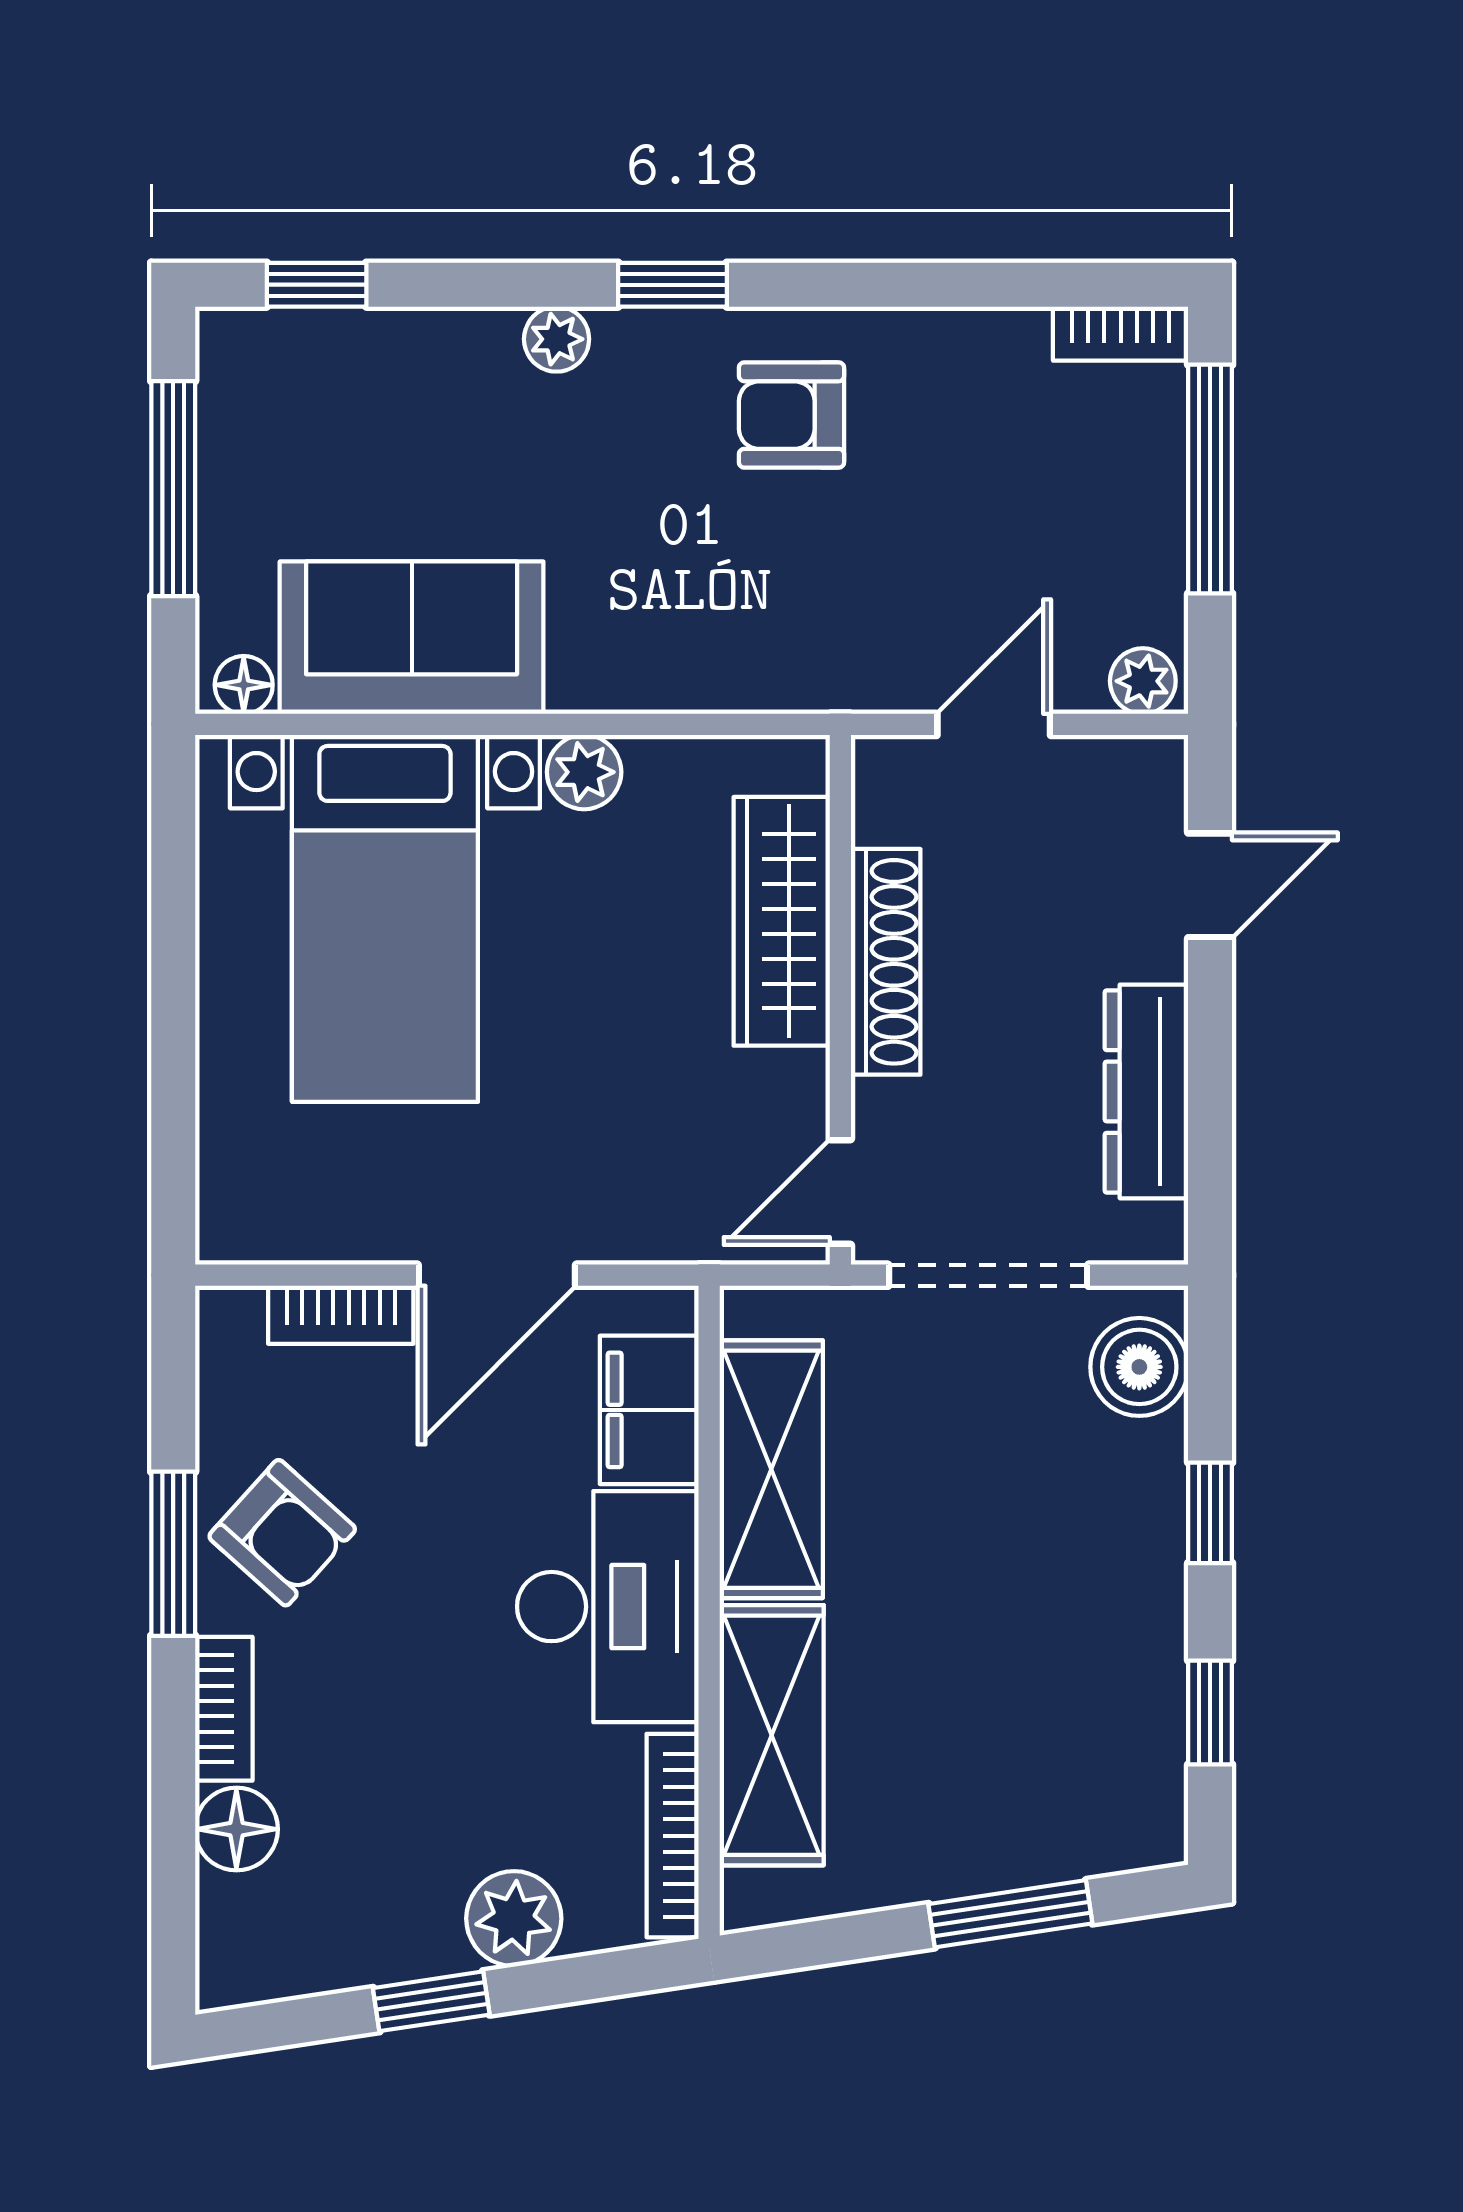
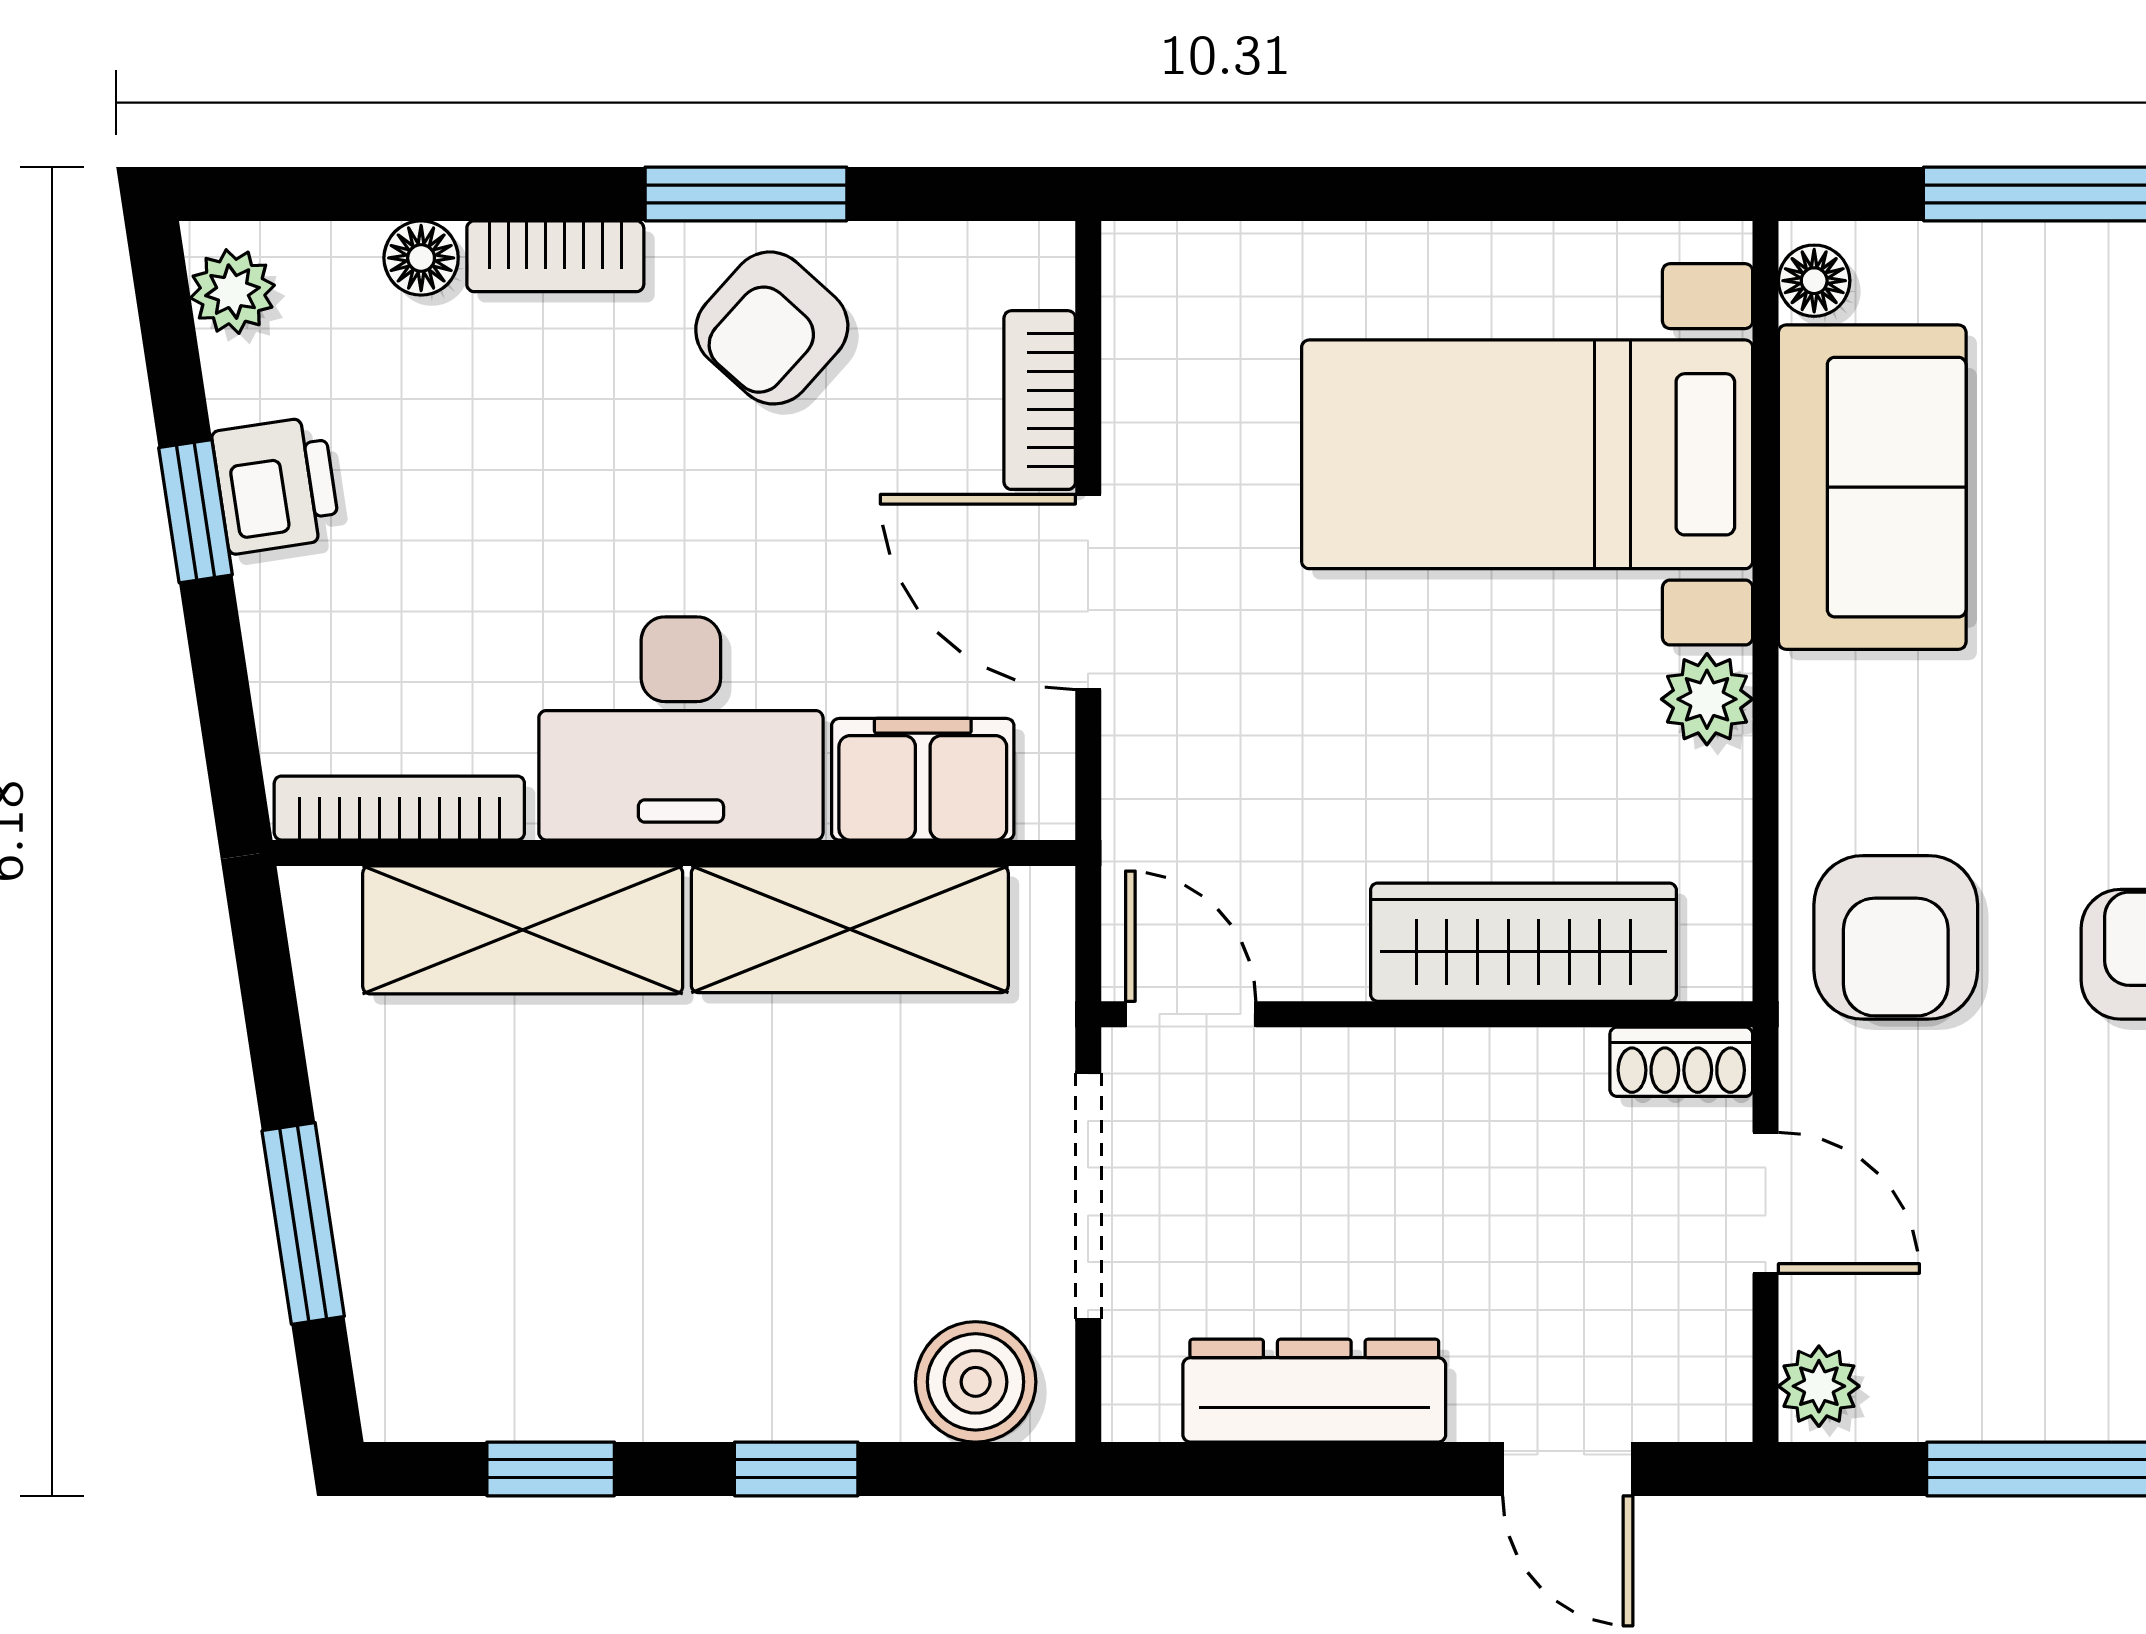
armchair: (778, 619) -> (1896, 937), added
shoe rack: (886, 962) -> (1681, 1062), moved, width x0.51, depth x0.81
floor lamp: (236, 1829) -> (421, 258), width x0.73, depth x0.73
plant: (514, 1919) -> (233, 292), moved, width x0.73, depth x0.73
printer: (410, 1936) -> (276, 485), added

